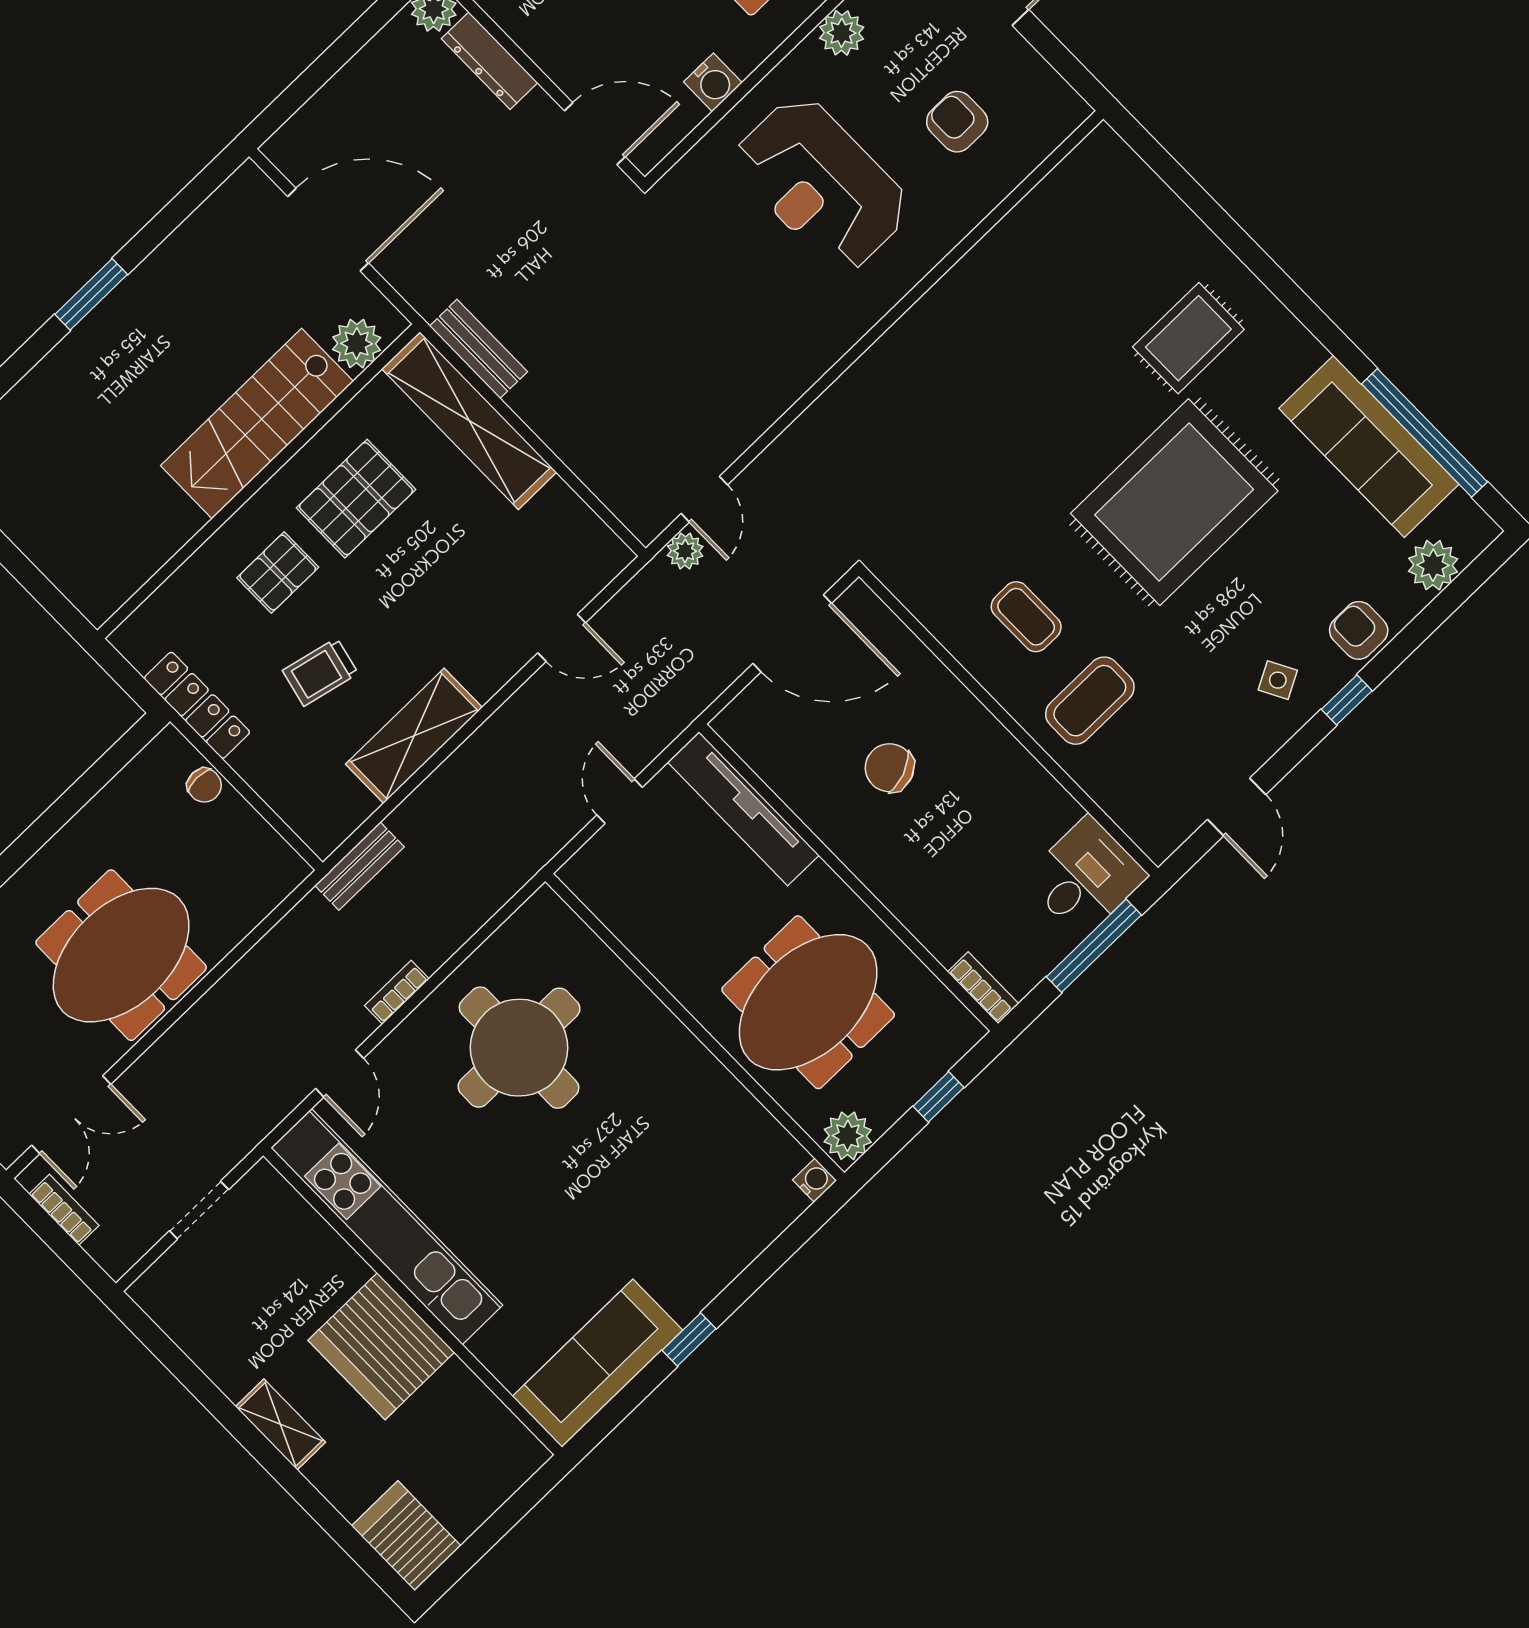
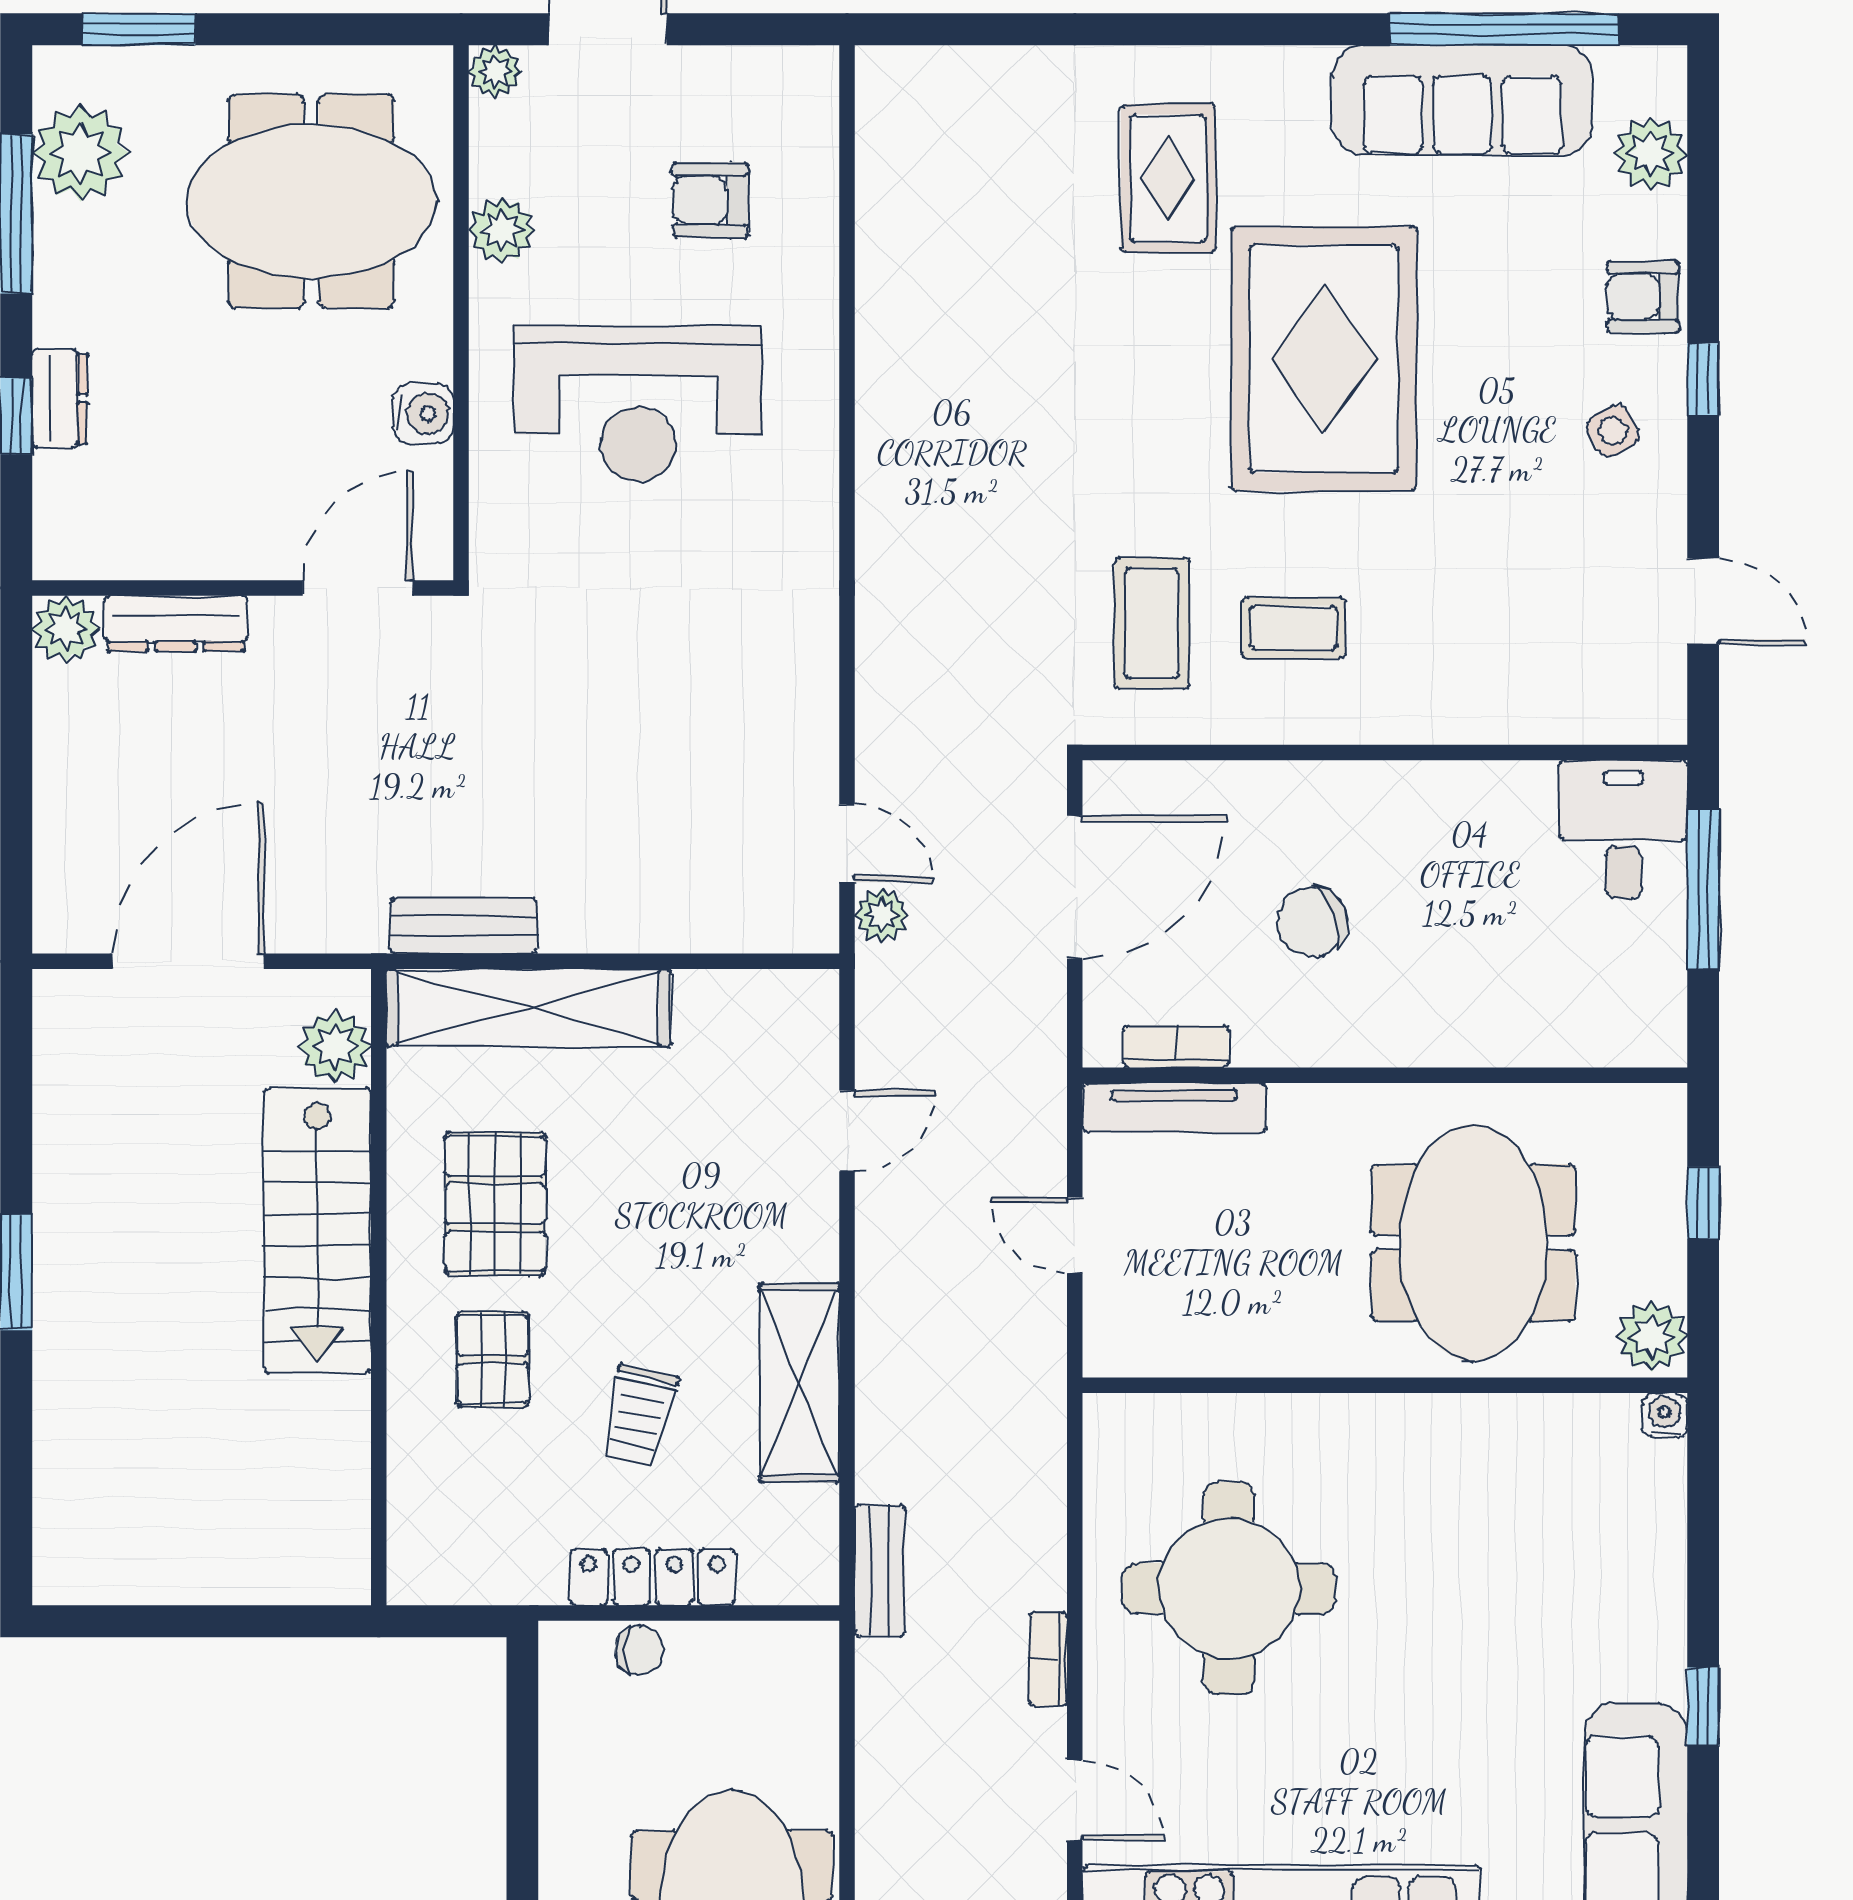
coffee table: (1090, 701) -> (1152, 623), moved
locker: (197, 705) -> (653, 1577), moved
tv unit: (743, 809) -> (1174, 1108), width x0.73, depth x0.78
bookcase: (983, 988) -> (1176, 1047), moved

